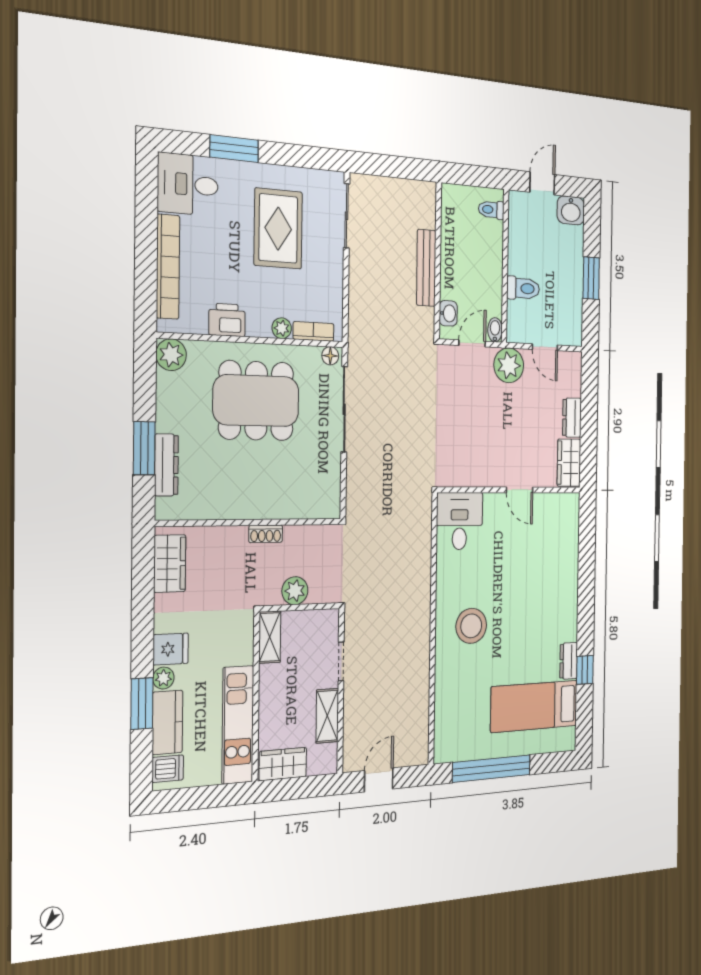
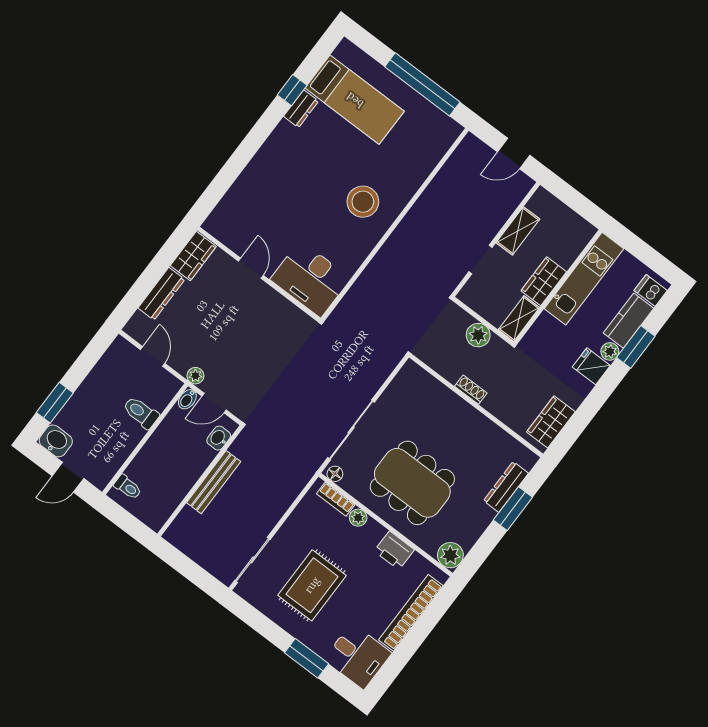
window: (591, 278) -> (55, 403), moved
plant: (509, 365) -> (195, 376), width x0.53, depth x0.53
dresser: (572, 418) -> (161, 294), width x1.44
desk: (460, 521) -> (310, 279), width x1.37
wardrobe: (283, 764) -> (544, 281), moved, turned 90

